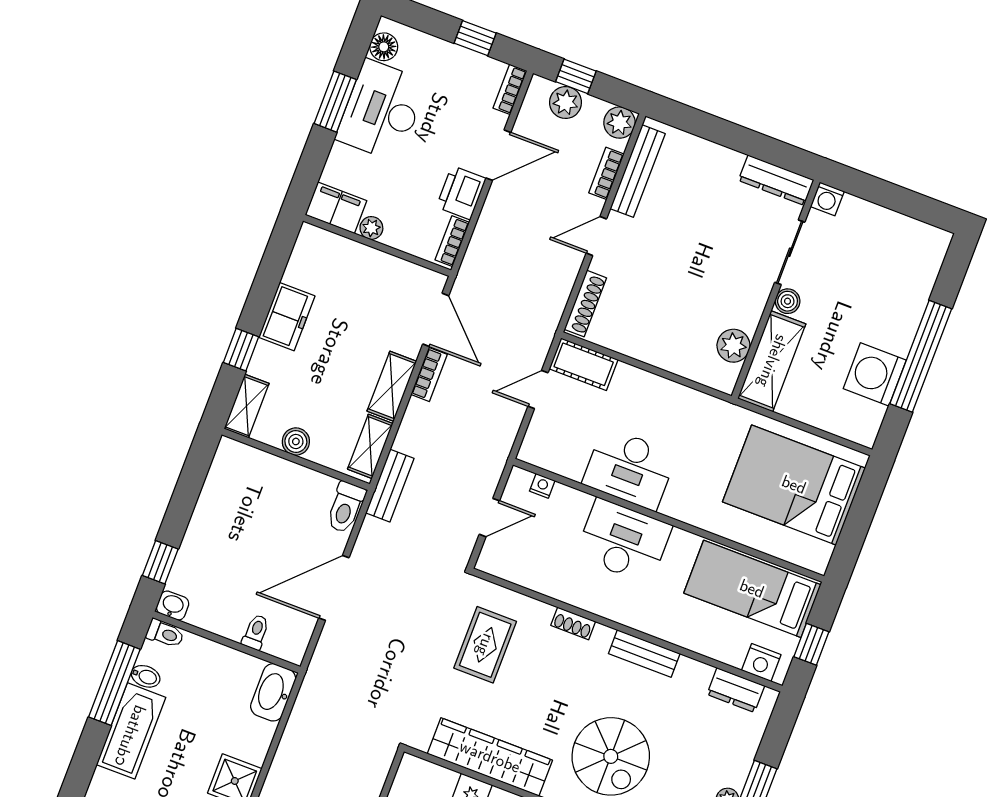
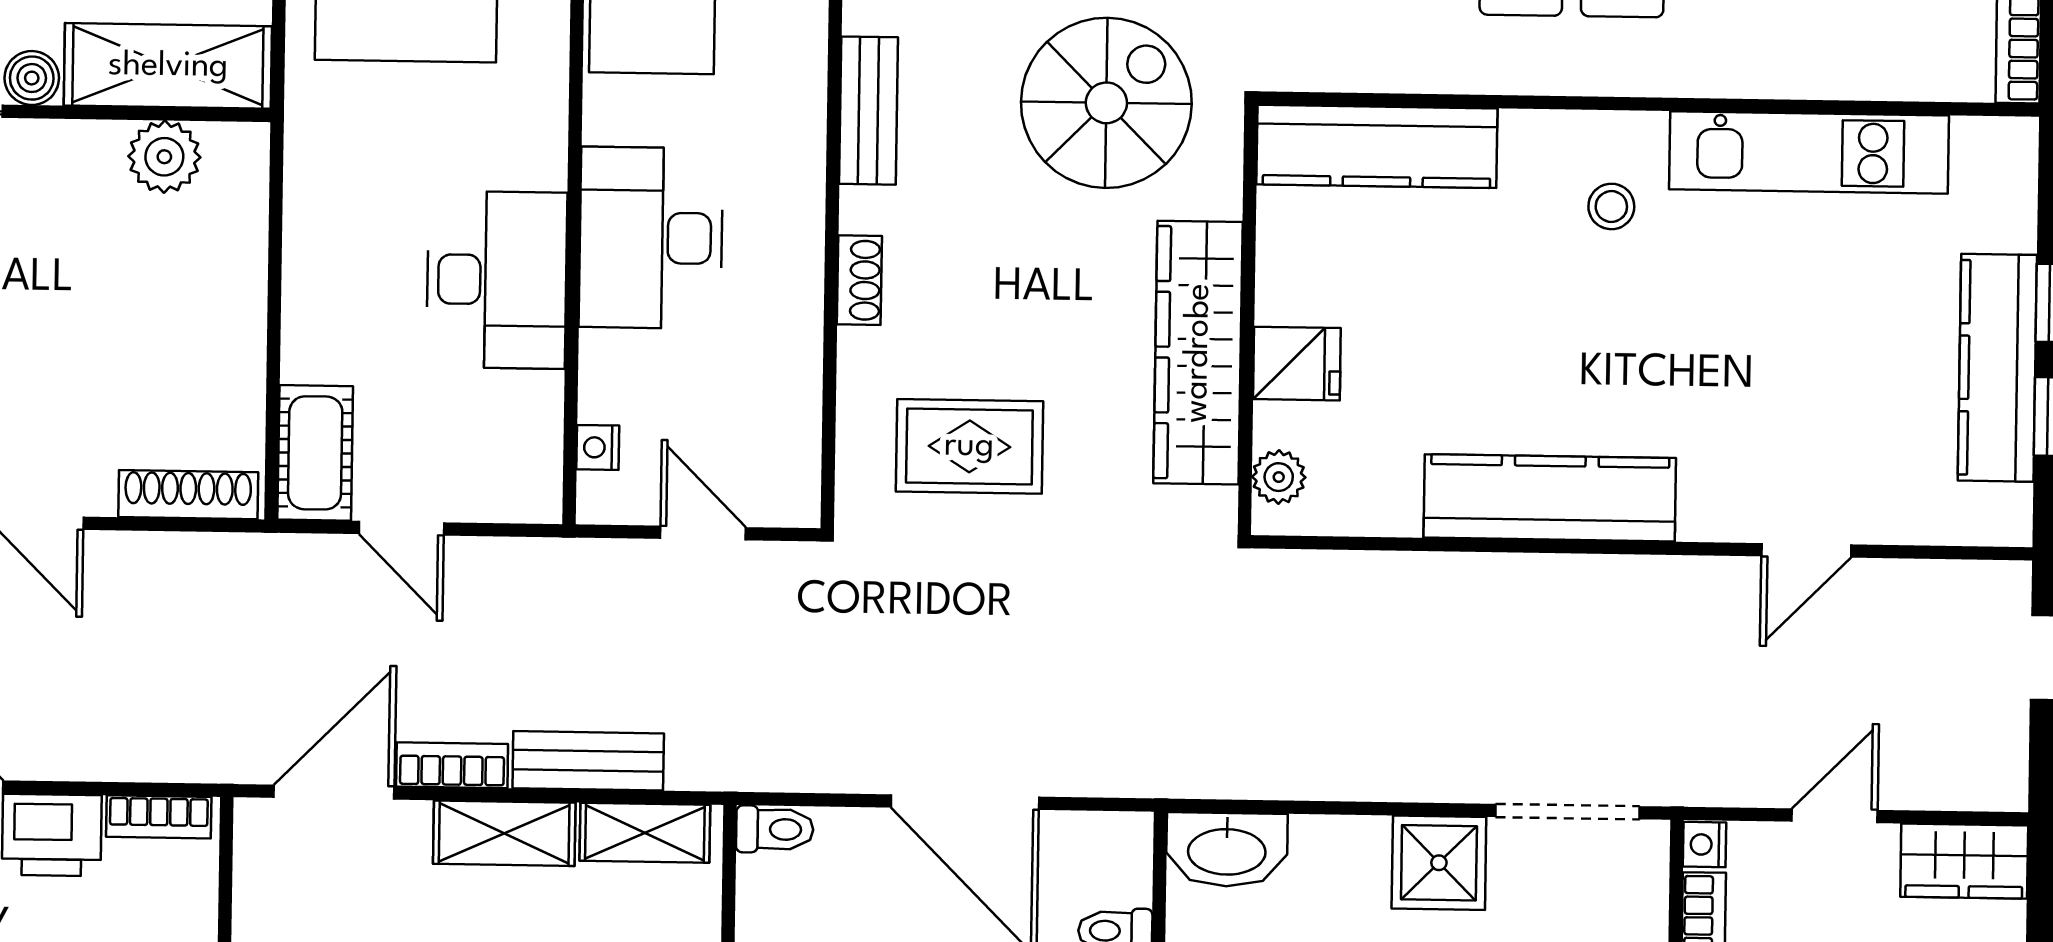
bench: (390, 486) -> (588, 761), moved
toilet: (346, 507) -> (775, 829), width x0.73, depth x0.72
plant: (424, 772) -> (1279, 477), added

